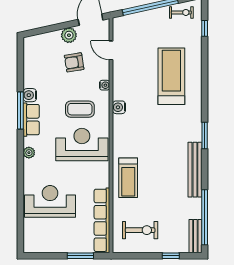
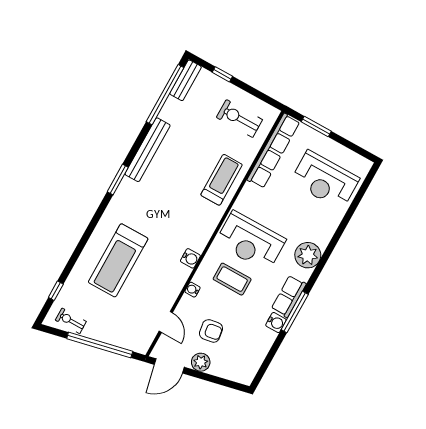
plant: (29, 153) -> (308, 255), width x1.87, depth x1.87
reception desk: (50, 201) -> (325, 180), moved

